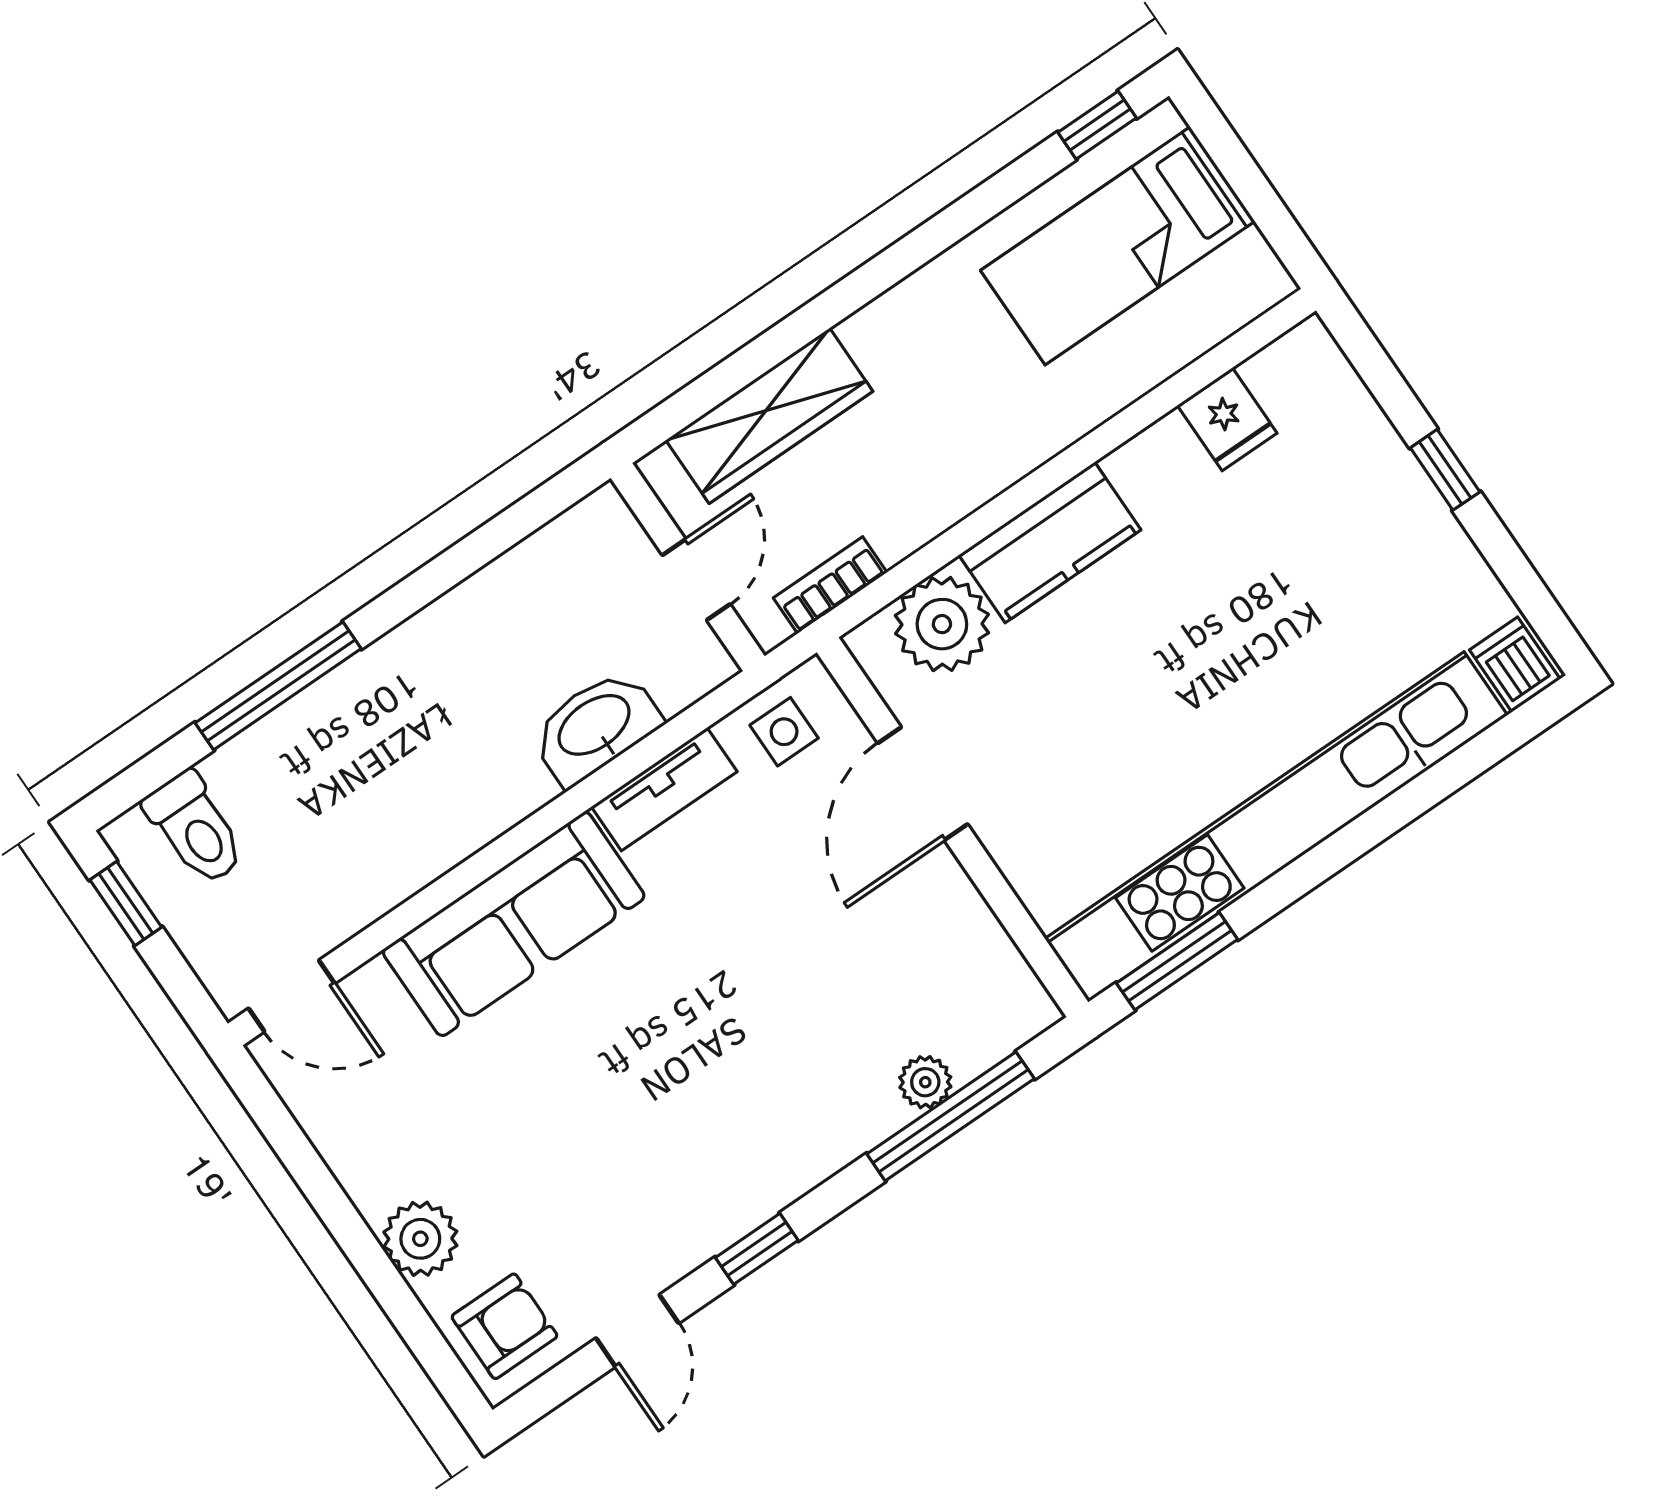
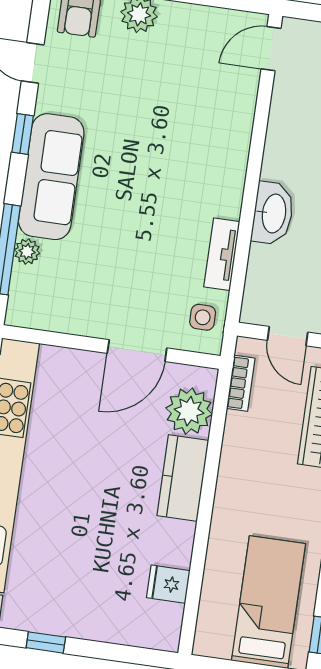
window: (1445, 470) -> (46, 642), moved
washbasin: (595, 727) -> (273, 213), moved
door: (923, 784) -> (137, 351), swing flipped
sofa: (514, 924) -> (51, 177), moved, turned 180

